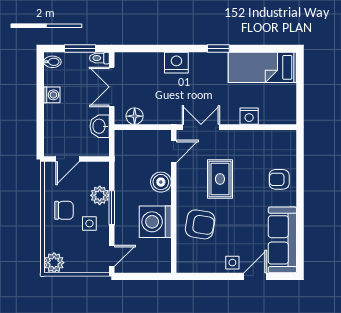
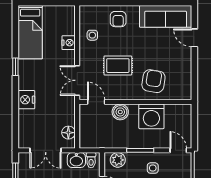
toilet: (99, 58) -> (91, 160), moved
plant: (100, 195) -> (118, 160), moved
side table: (232, 263) -> (92, 35), moved

